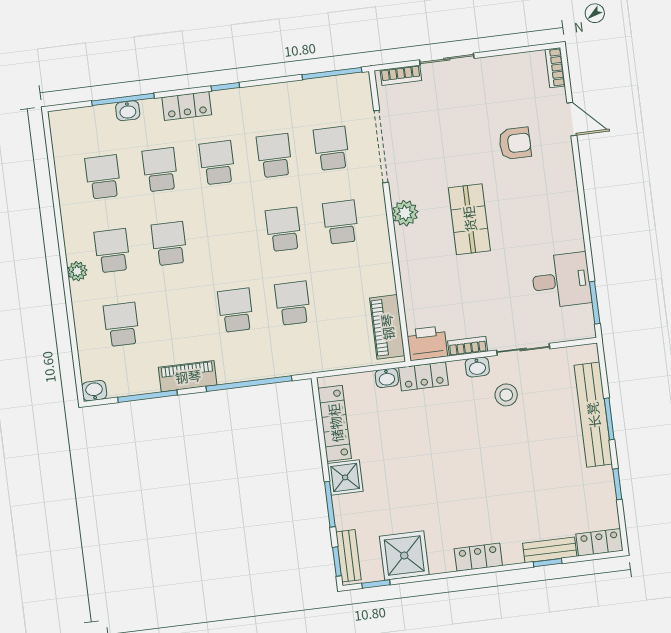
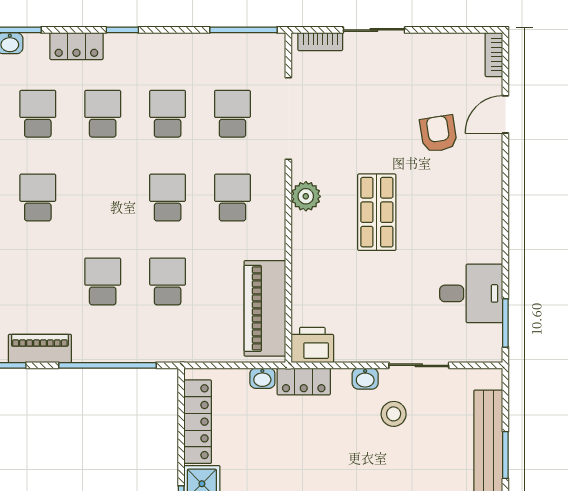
door: (572, 119) -> (505, 114), swing flipped
armchair: (515, 143) -> (438, 134), turned -99
piano: (387, 327) -> (265, 308), width x1.37, depth x1.33
bookcase: (468, 346) -> (357, 354), removed

